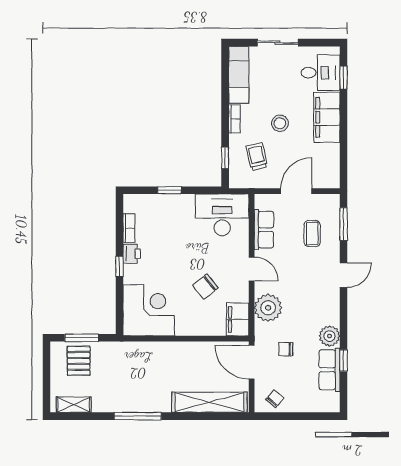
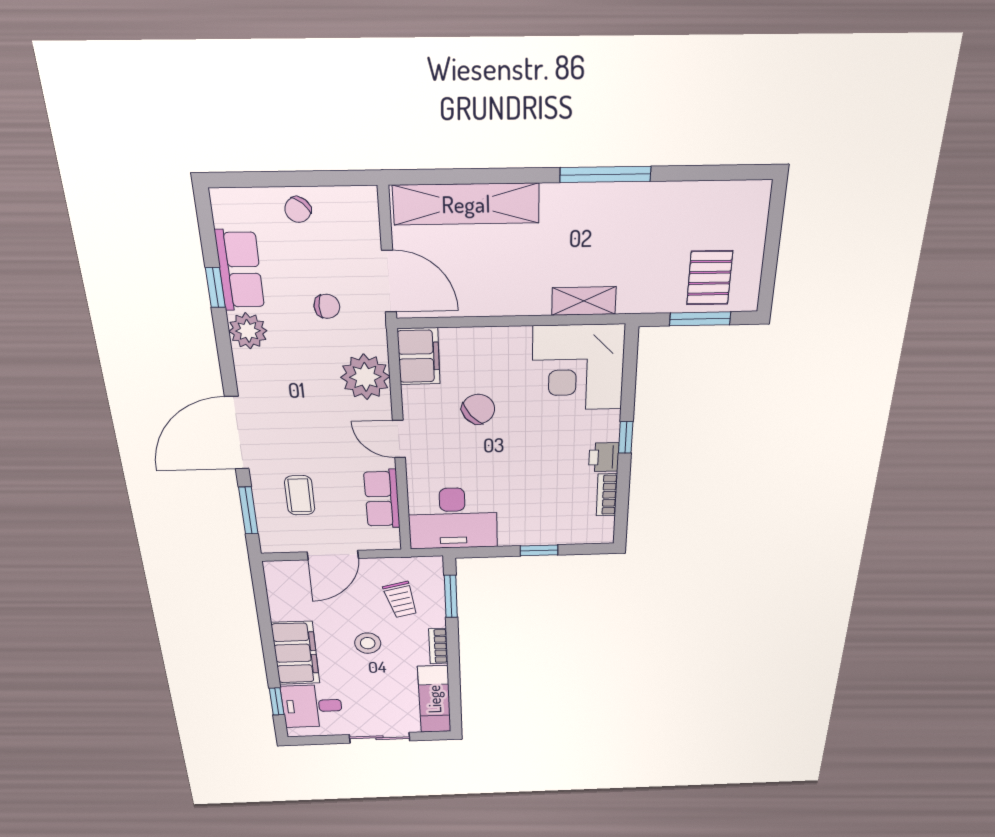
window: (225, 158) -> (451, 596), width x1.50
door: (344, 275) -> (237, 433), width x1.87
chair: (275, 399) -> (298, 210), moved
shelving: (74, 405) -> (584, 301), moved

